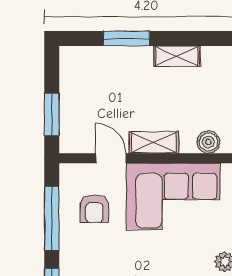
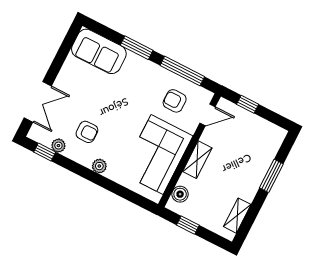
shelving: (177, 56) -> (237, 216), moved
window: (52, 115) -> (248, 104), width x0.67
door: (111, 158) -> (208, 115), moved

